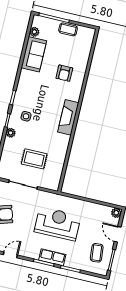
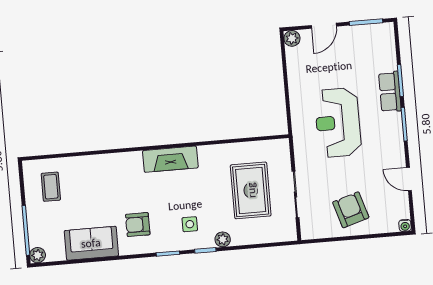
coffee table: (68, 29) -> (51, 187), moved
plant: (34, 32) -> (38, 255), moved
armchair: (64, 73) -> (138, 225), moved, turned 180
rug: (34, 159) -> (251, 190), width x1.36, depth x1.43
coffee table: (97, 253) -> (363, 48), removed
row of seats: (52, 257) -> (390, 92), moved

